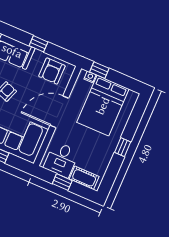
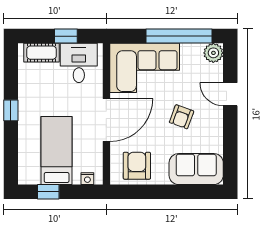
window: (38, 44) -> (168, 192), removed
window: (99, 70) -> (48, 192), moved
bed: (103, 106) -> (57, 150), width x0.67

